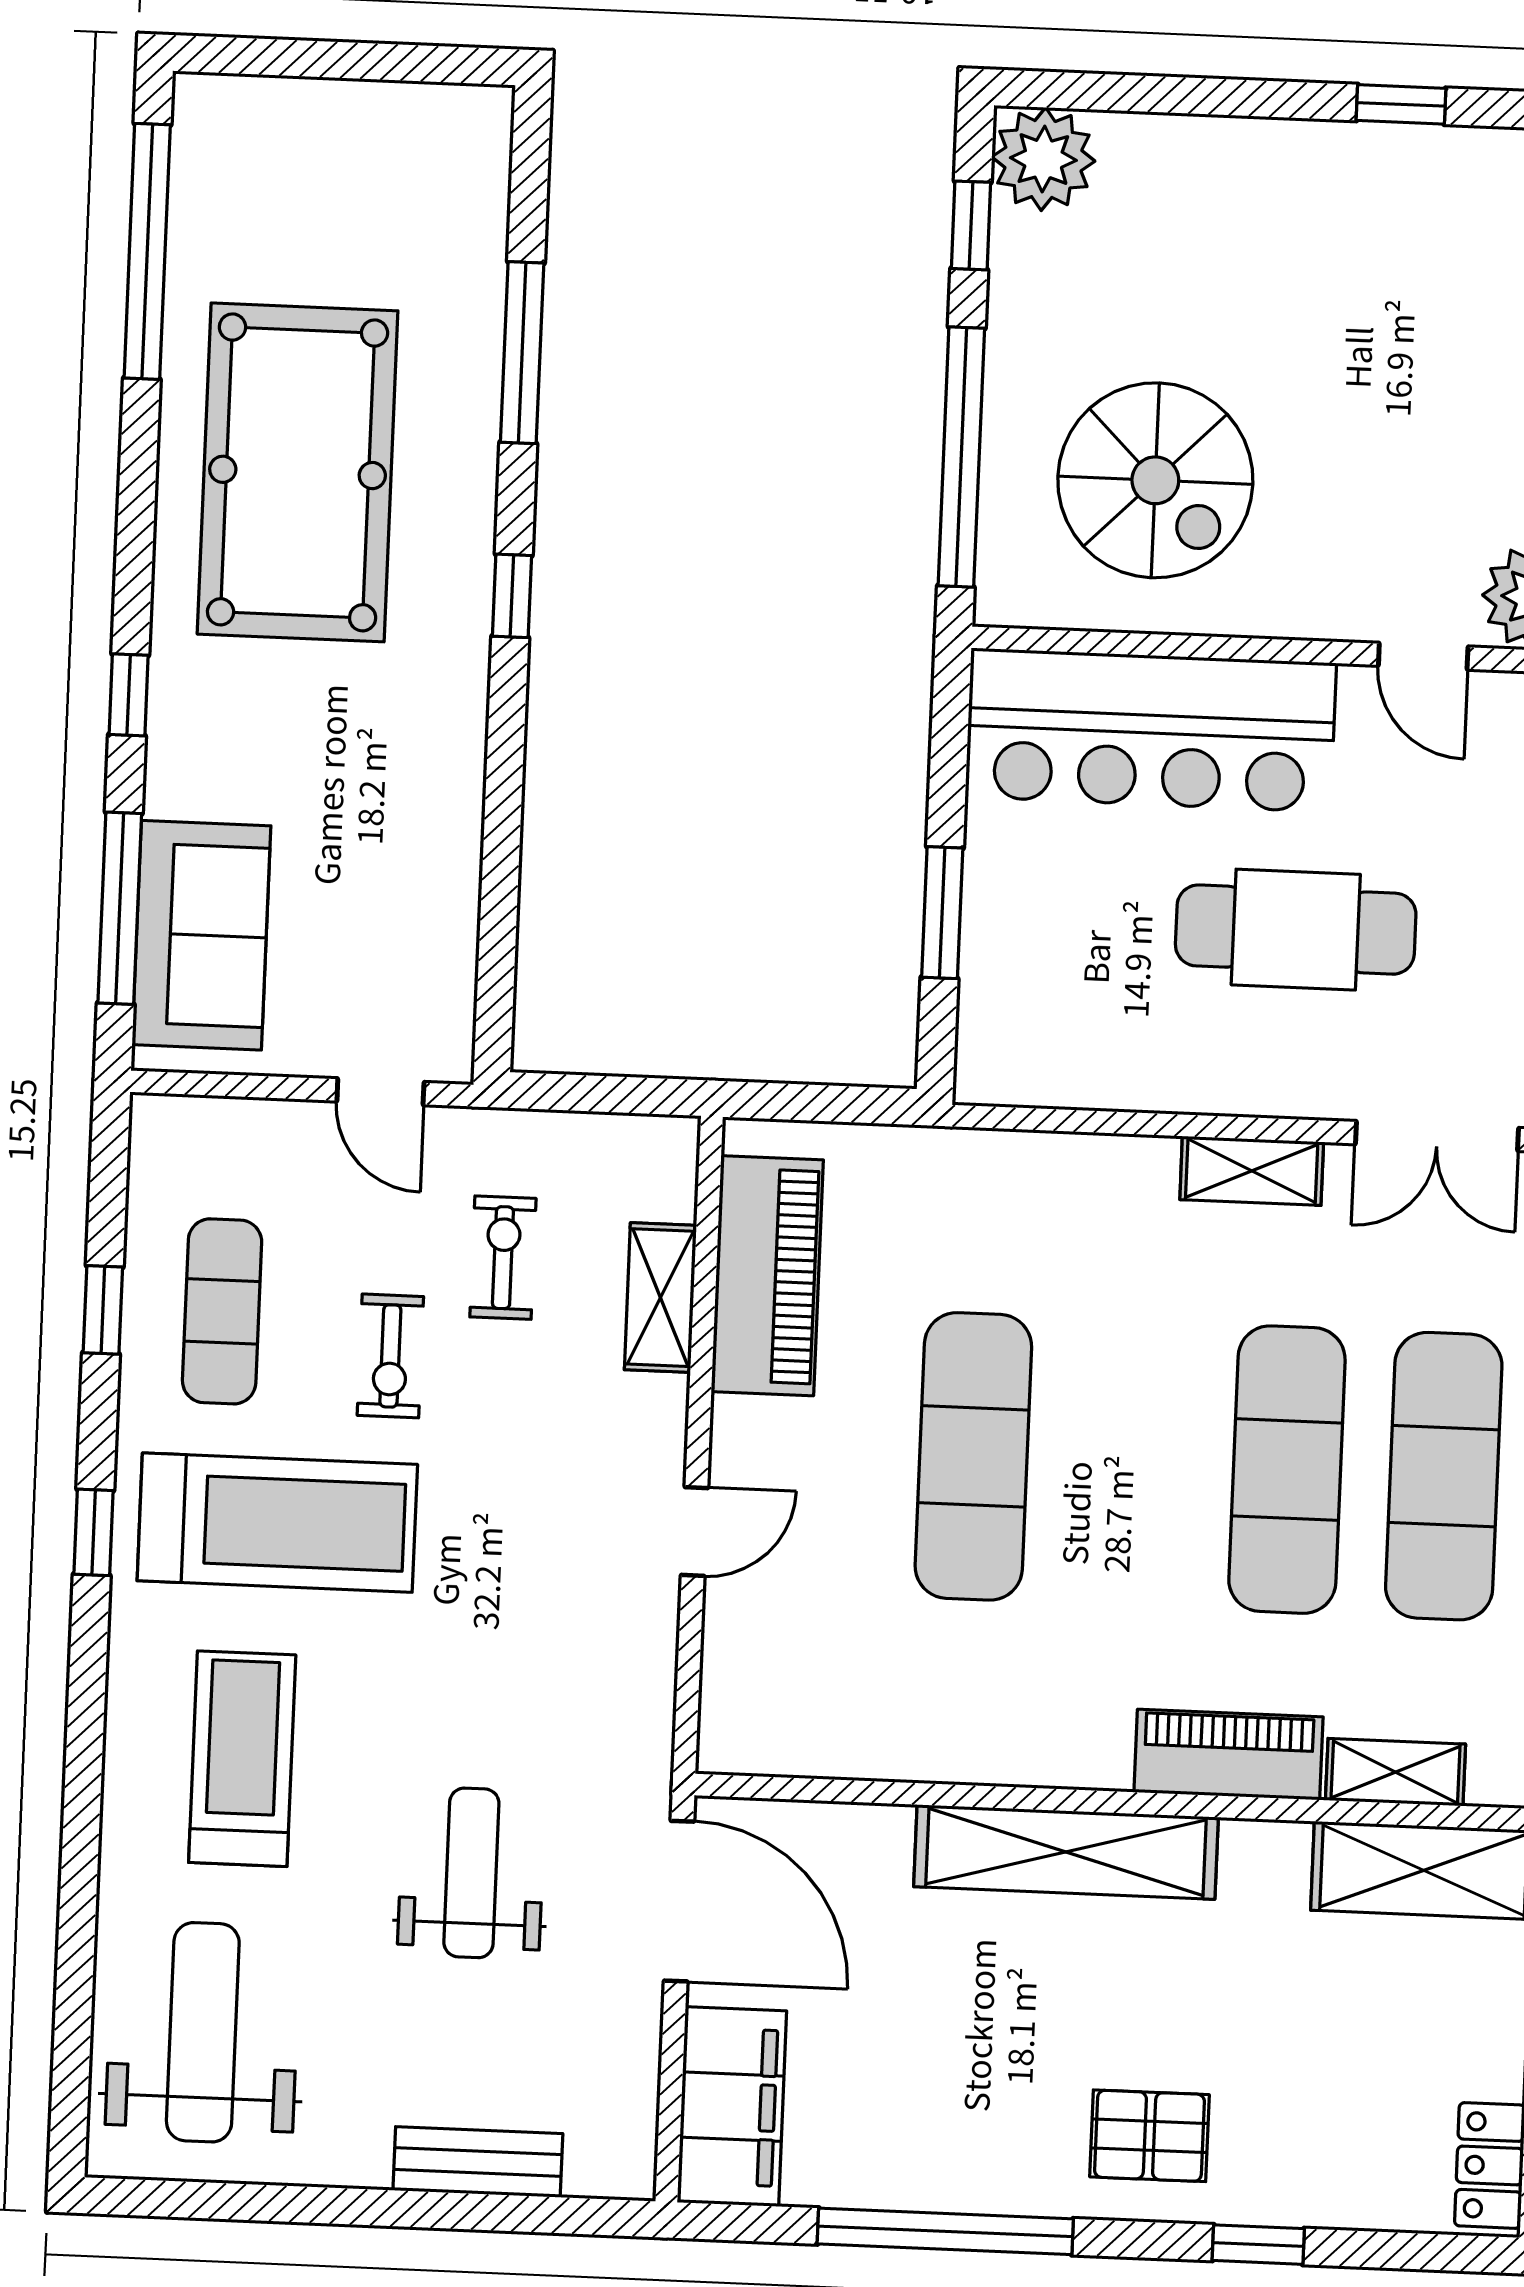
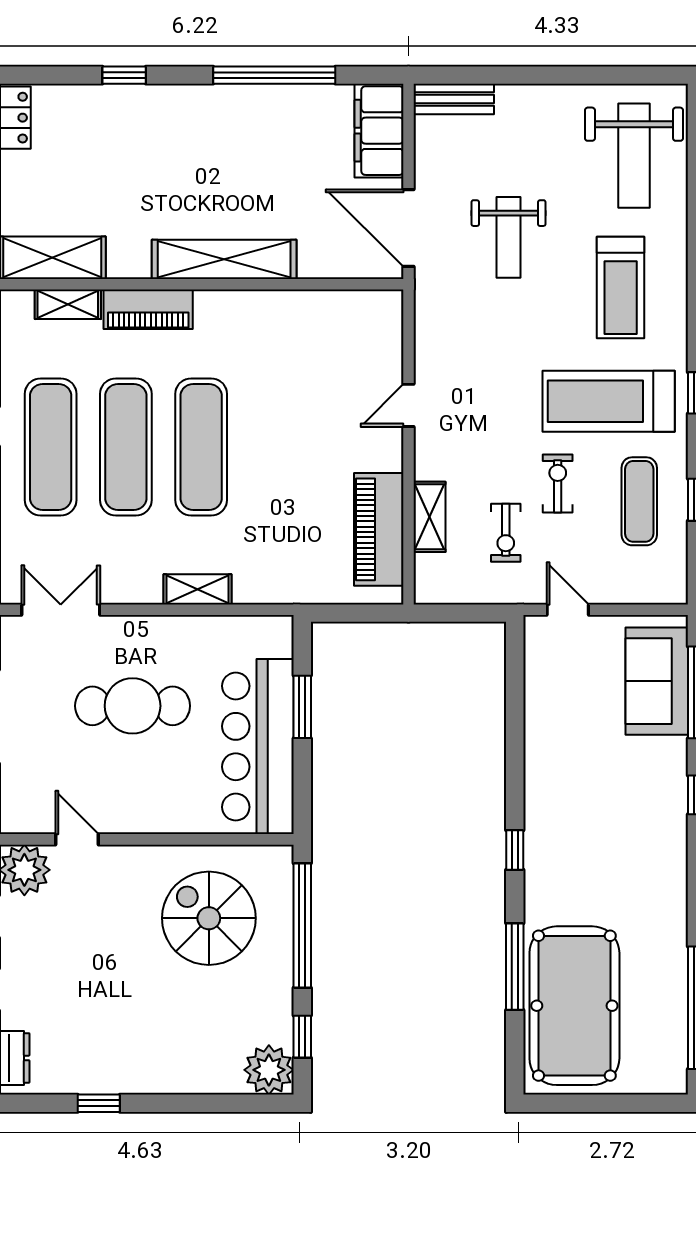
pool table: (298, 472) -> (574, 1006), moved
bar counter: (1151, 730) -> (258, 747), moved, turned -90
shelving: (1252, 1171) -> (197, 589), moved
exercise mat: (973, 1456) -> (201, 447), moved
pallet: (1149, 2136) -> (178, 125), removed
bench: (478, 2162) -> (454, 99), moved

